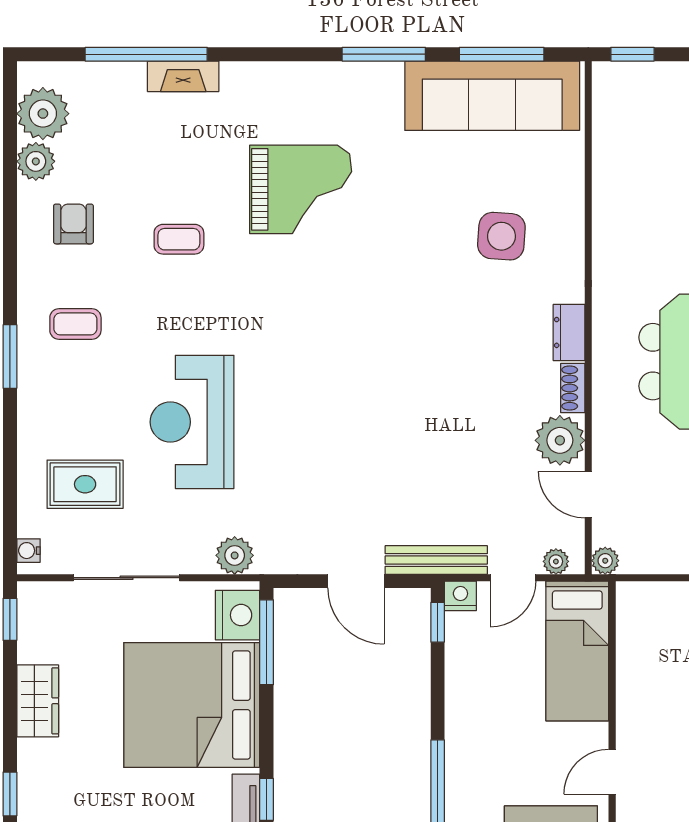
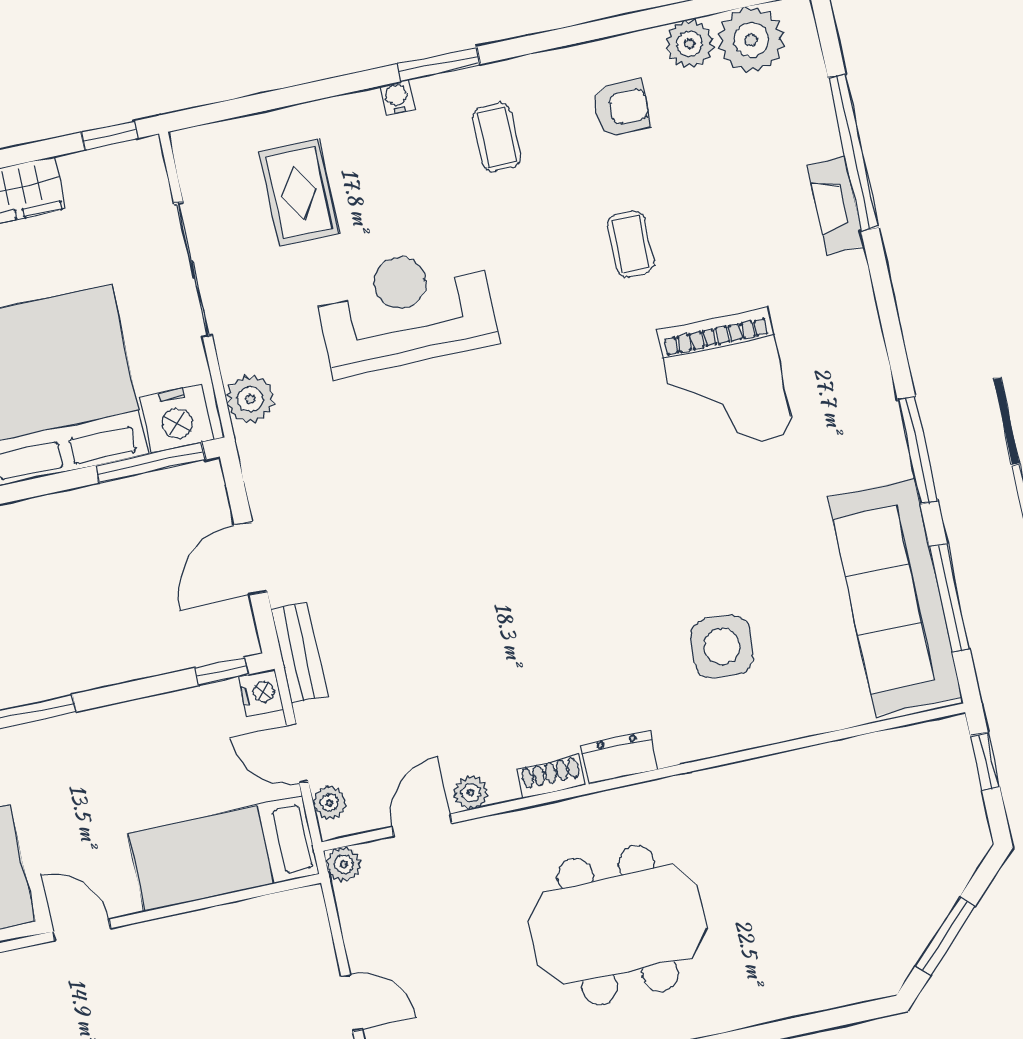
plant: (560, 440) -> (471, 793), width x0.53, depth x0.53
water cooler: (28, 551) -> (397, 97), moved
bench: (436, 560) -> (299, 653), width x0.73

